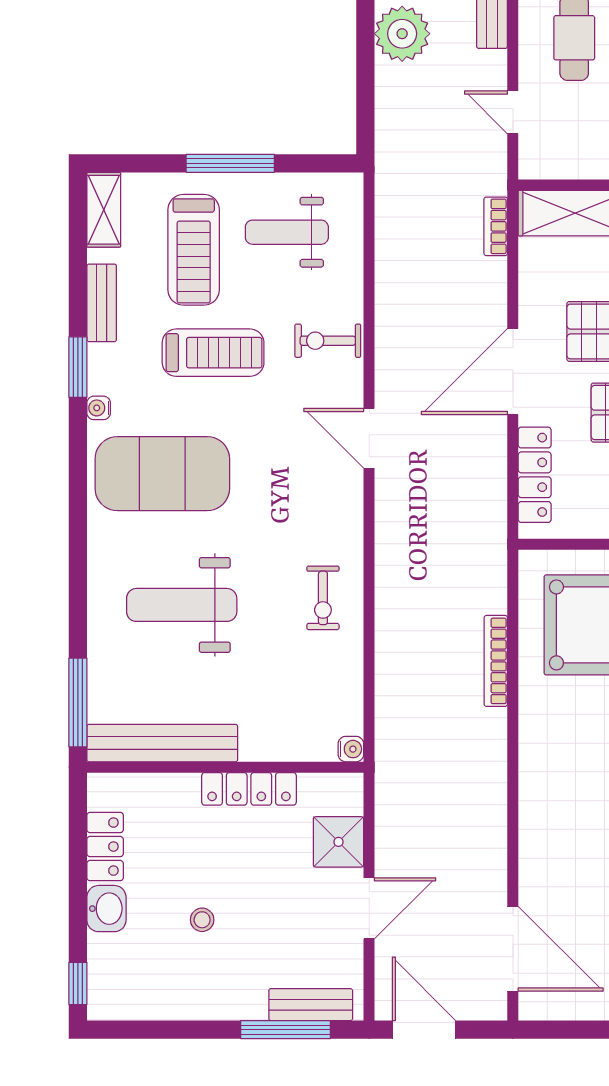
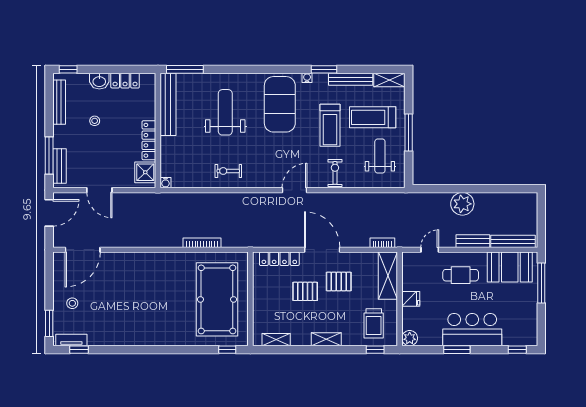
bench: (102, 303) -> (351, 79), width x1.36
shower: (339, 842) -> (145, 172), moved
bench: (157, 1006) -> (59, 102), added

